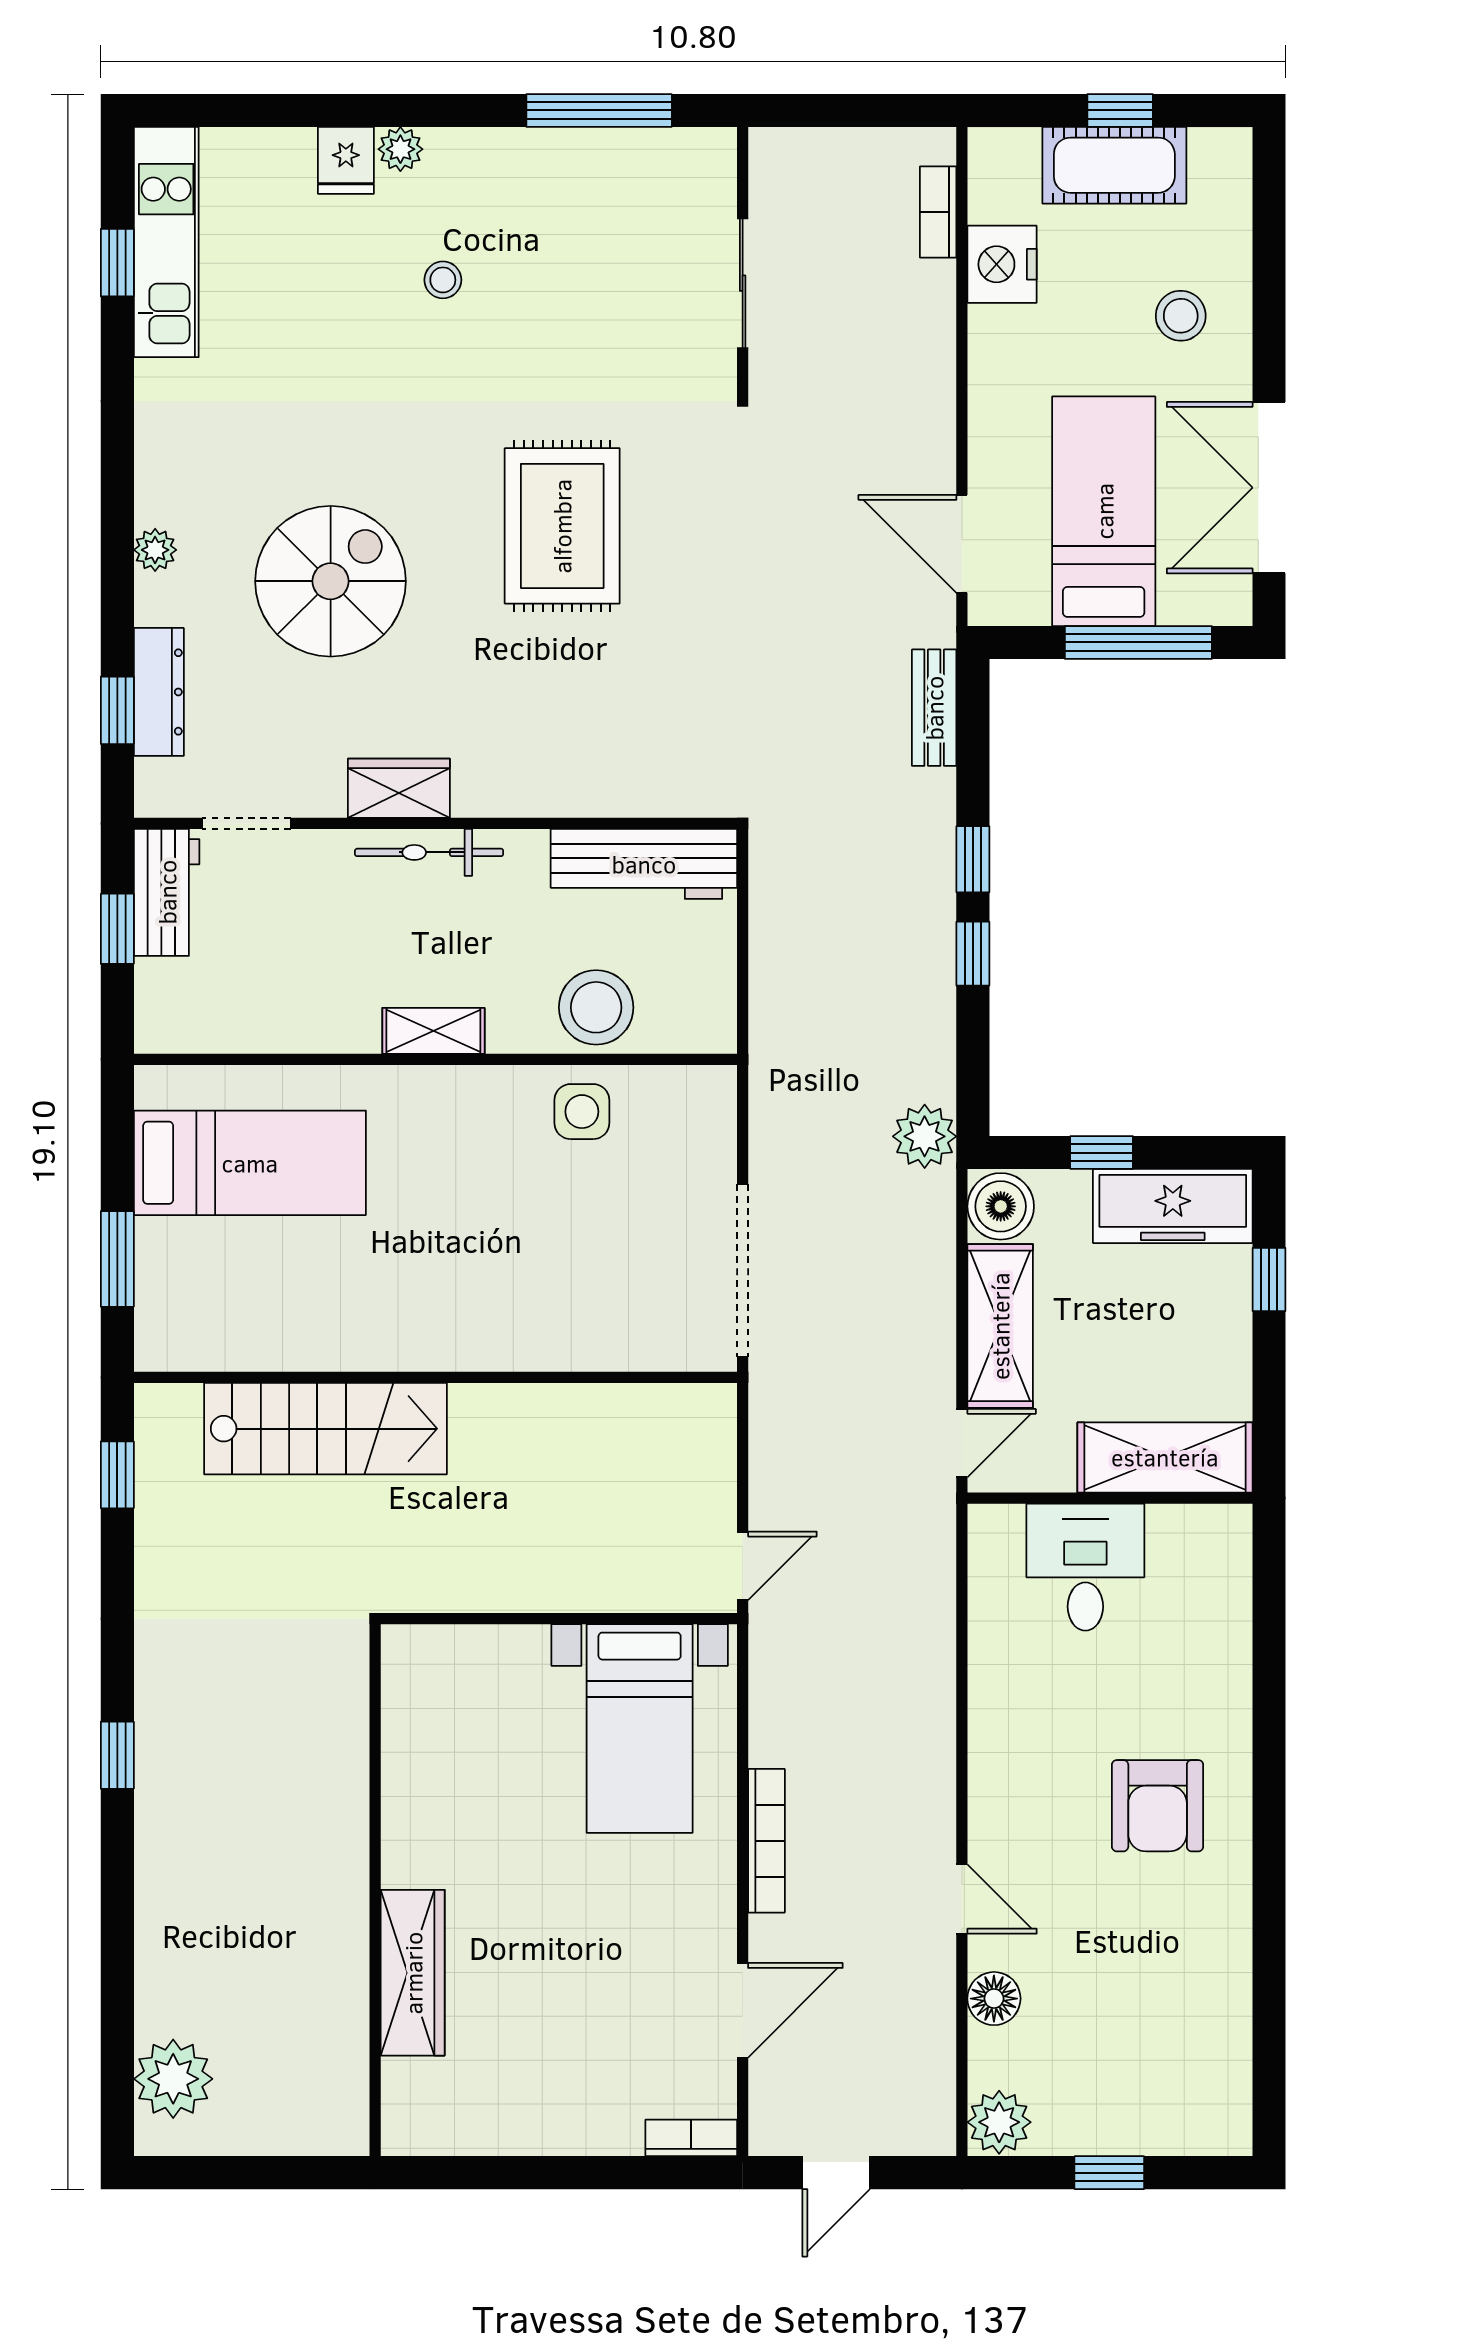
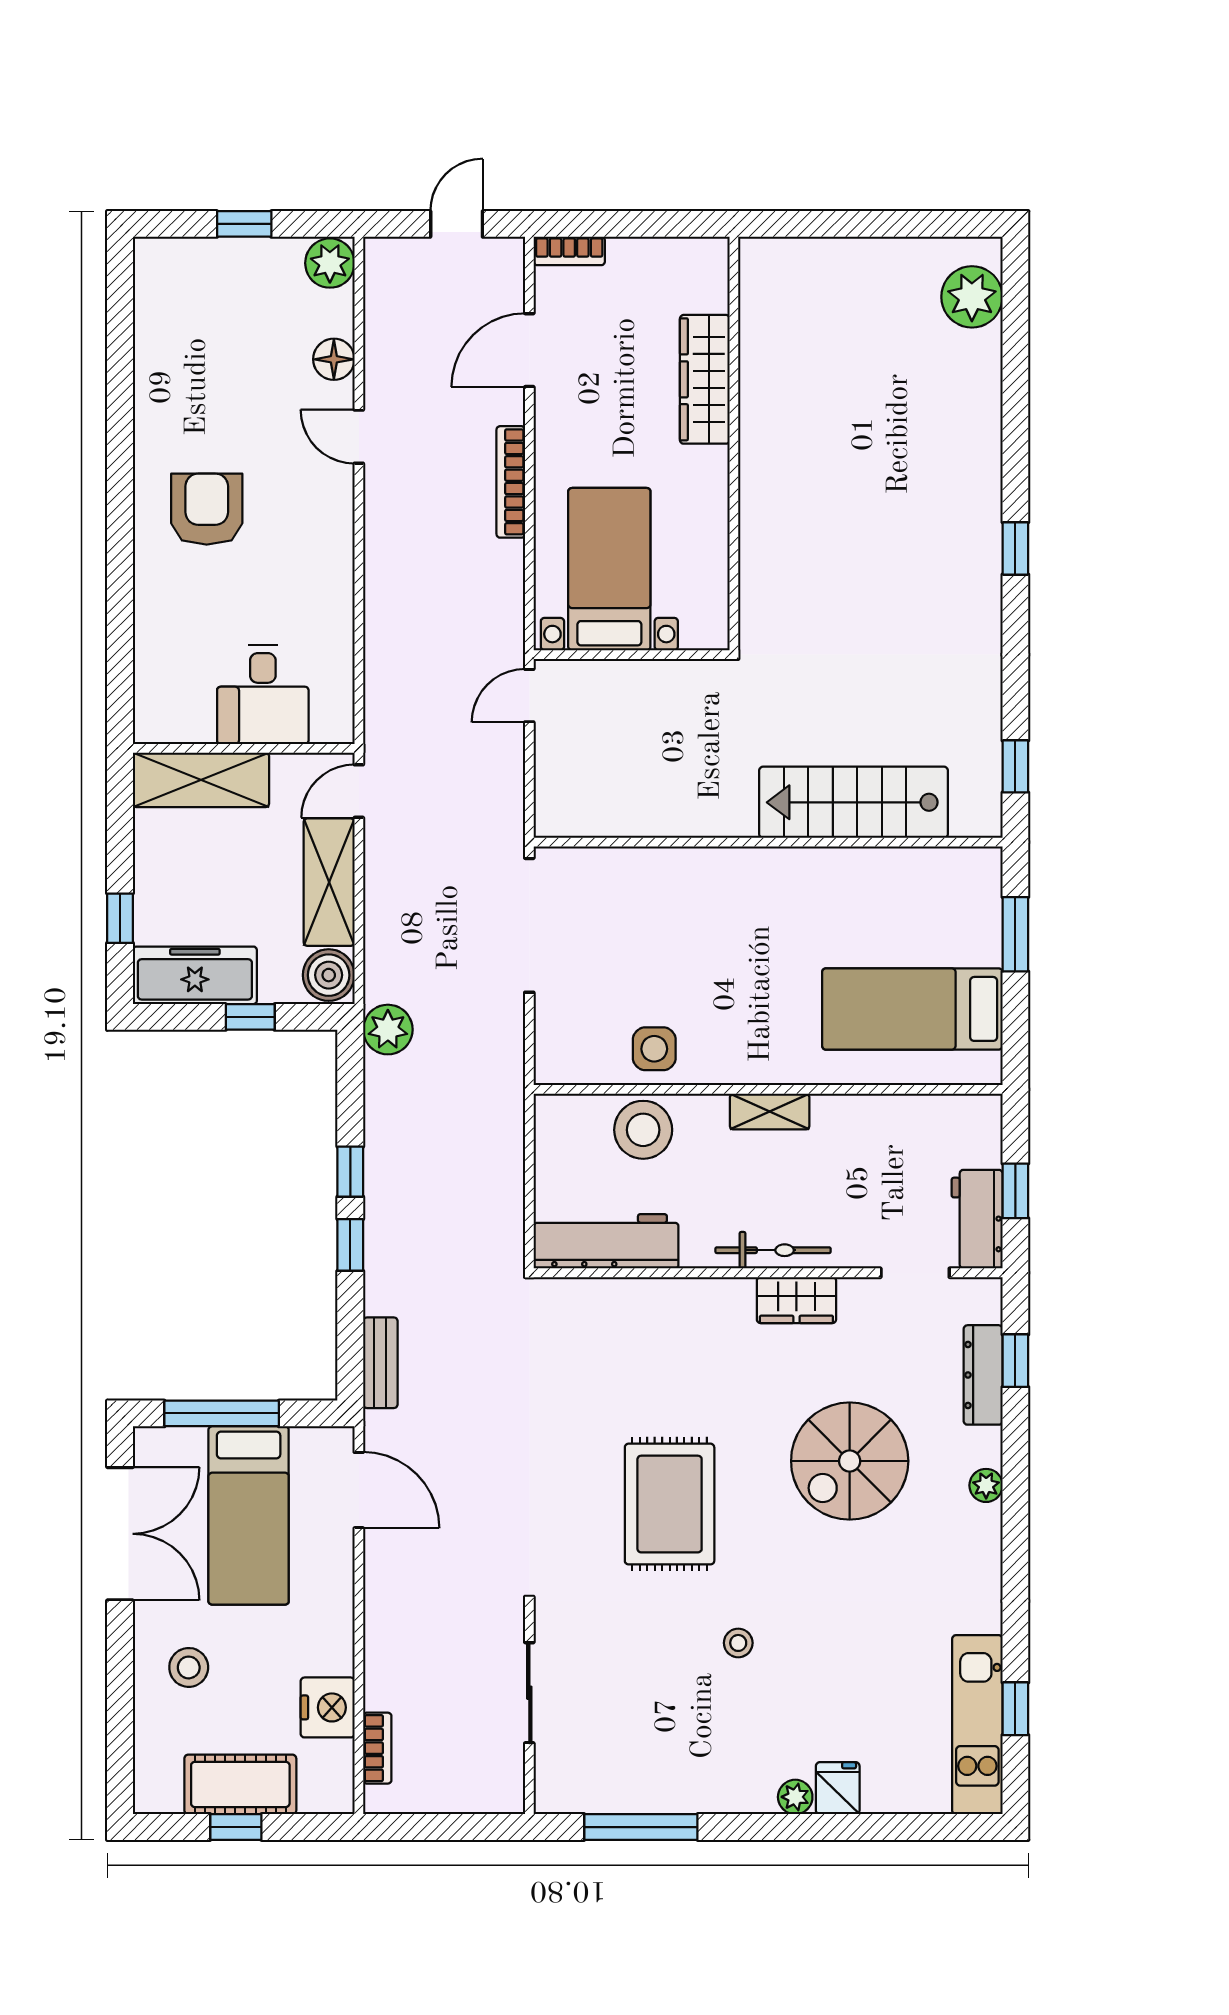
stool: (443, 280) -> (738, 1643), moved
wall: (375, 1890) -> (734, 443), moved
wardrobe: (413, 1973) -> (705, 379), moved

